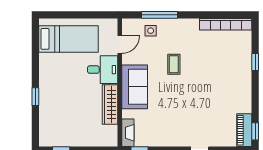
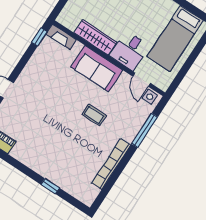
bookcase: (226, 24) -> (111, 164), moved
side table: (151, 31) -> (150, 97), moved

